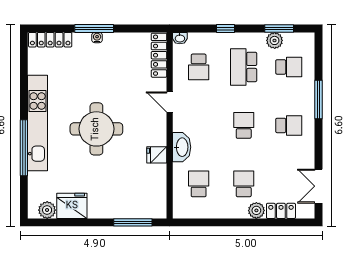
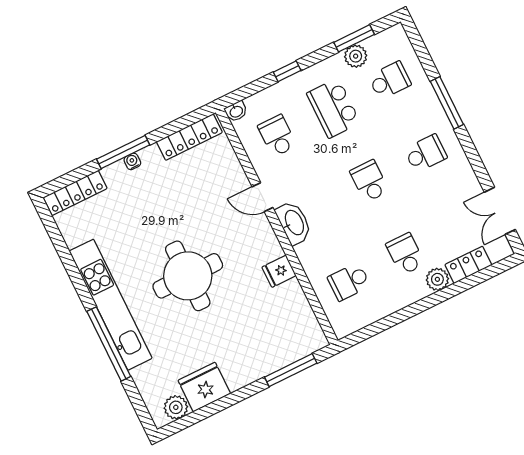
locker: (159, 55) -> (189, 137), moved, turned -90
school desk: (199, 67) -> (277, 136), turned 180
washbasin: (182, 147) -> (294, 223), moved
school desk: (199, 184) -> (349, 282), turned -90

